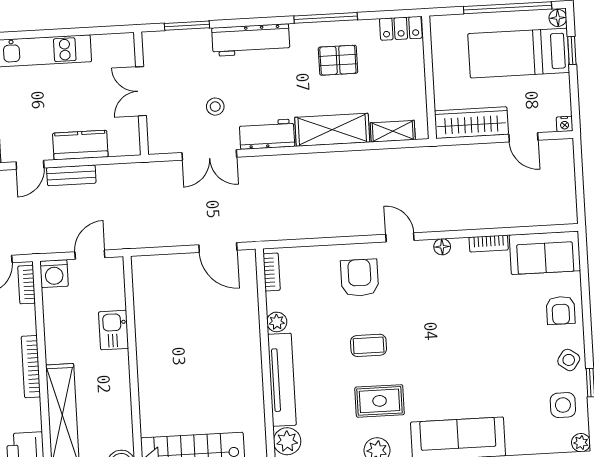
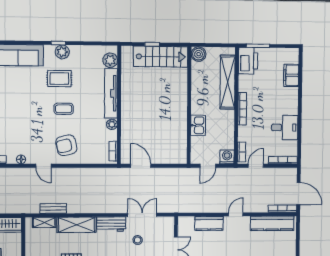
bench: (71, 175) -> (53, 208), moved
armchair: (360, 278) -> (66, 145), turned 77

